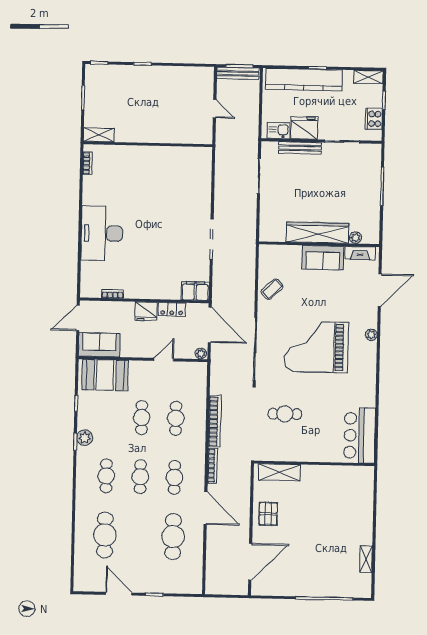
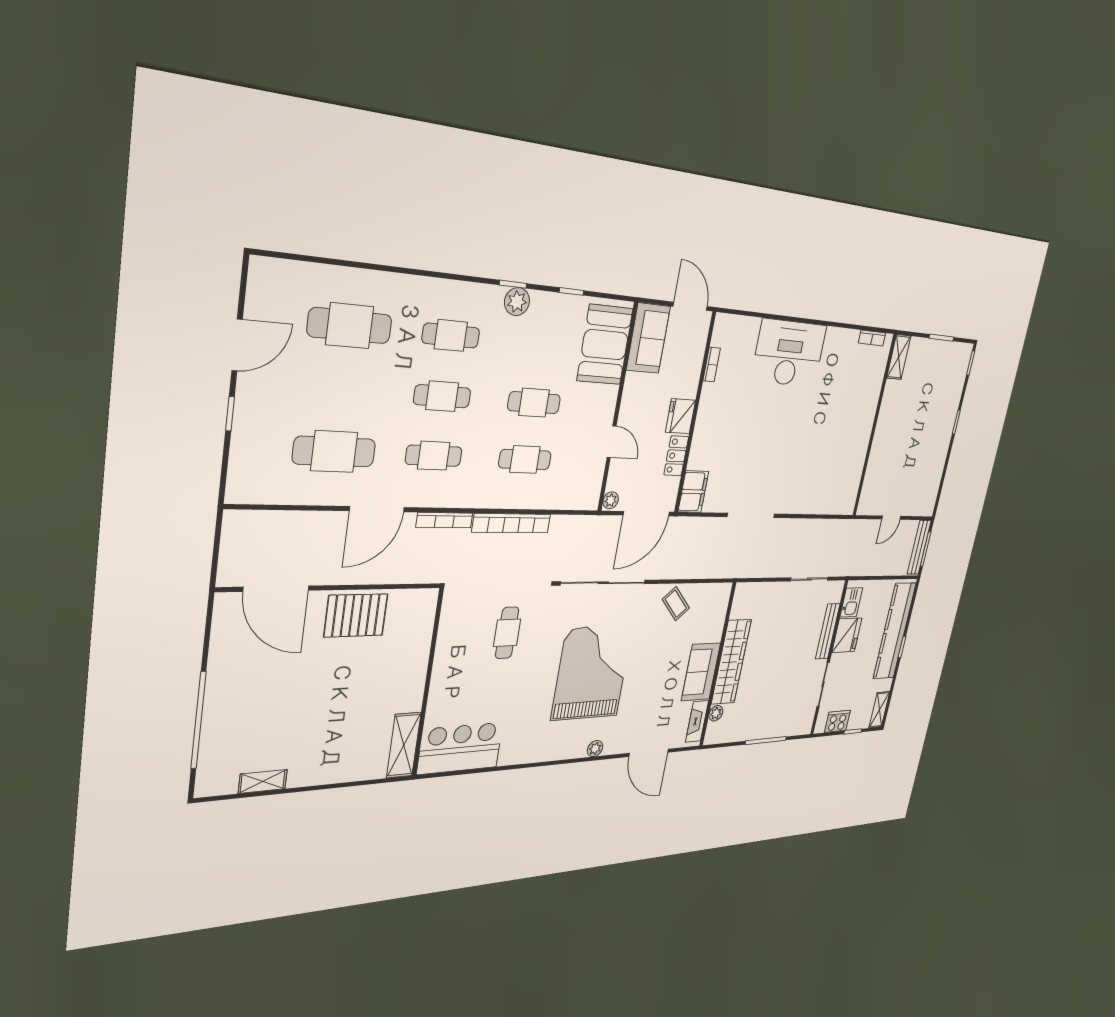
shelving: (279, 472) -> (404, 745), moved
pallet: (268, 514) -> (356, 615), width x1.50, depth x1.42

